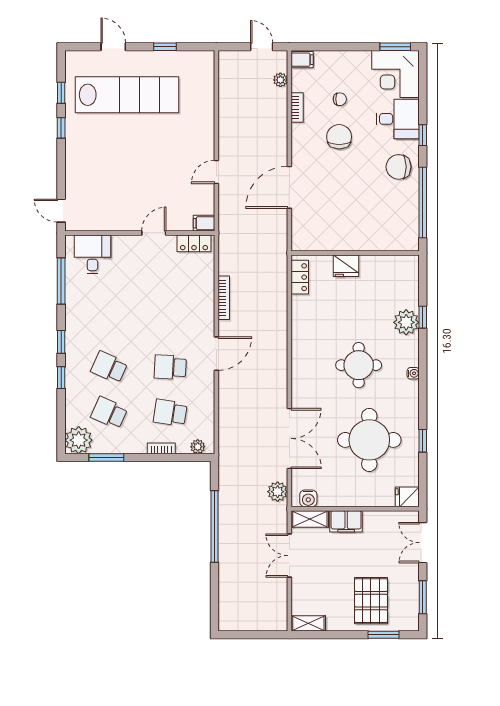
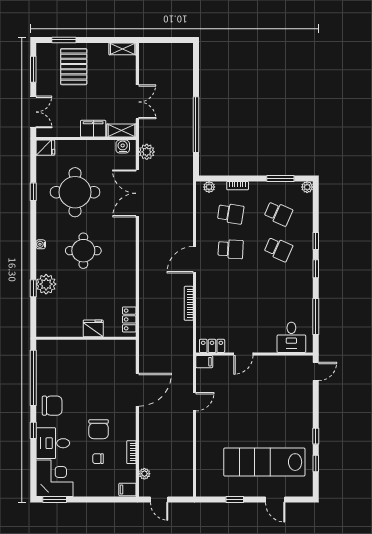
door: (61, 211) -> (316, 371), hinge flipped
plant: (79, 440) -> (307, 187), width x0.53, depth x0.53

